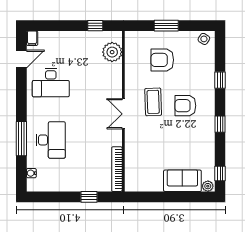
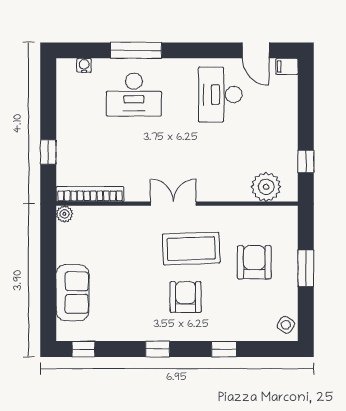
coffee table: (153, 102) -> (191, 249), width x1.36, depth x1.32
plant: (208, 186) -> (64, 214), moved

